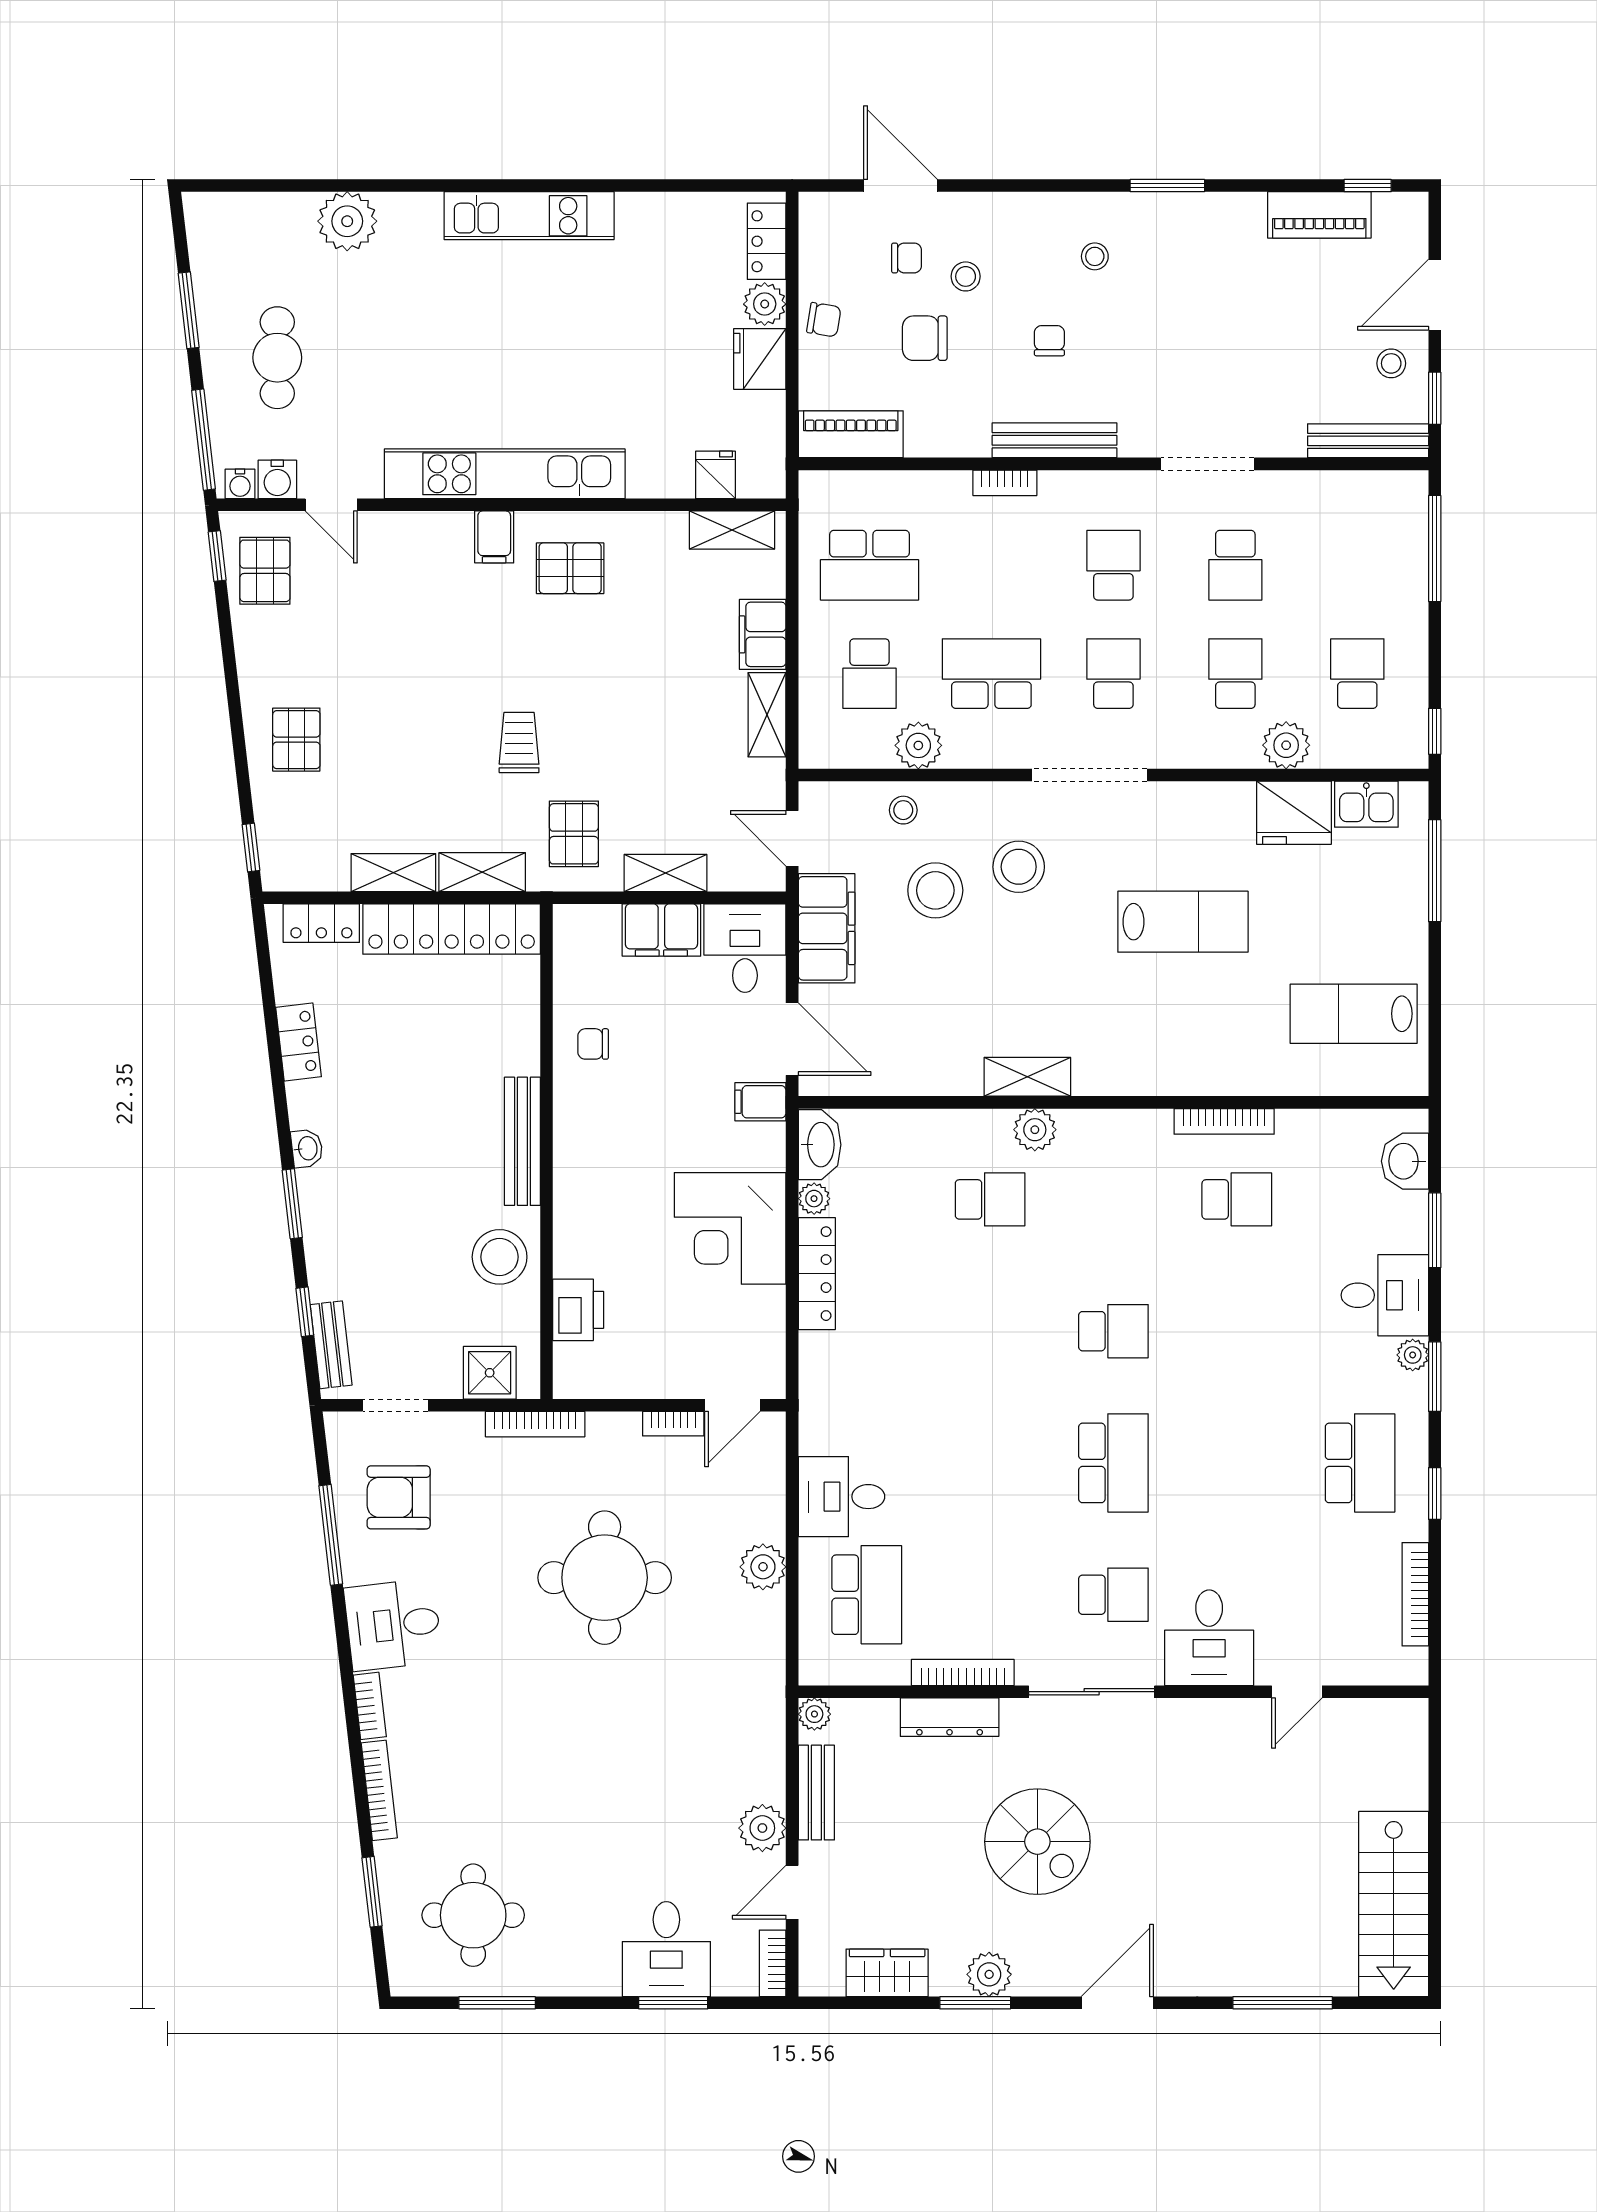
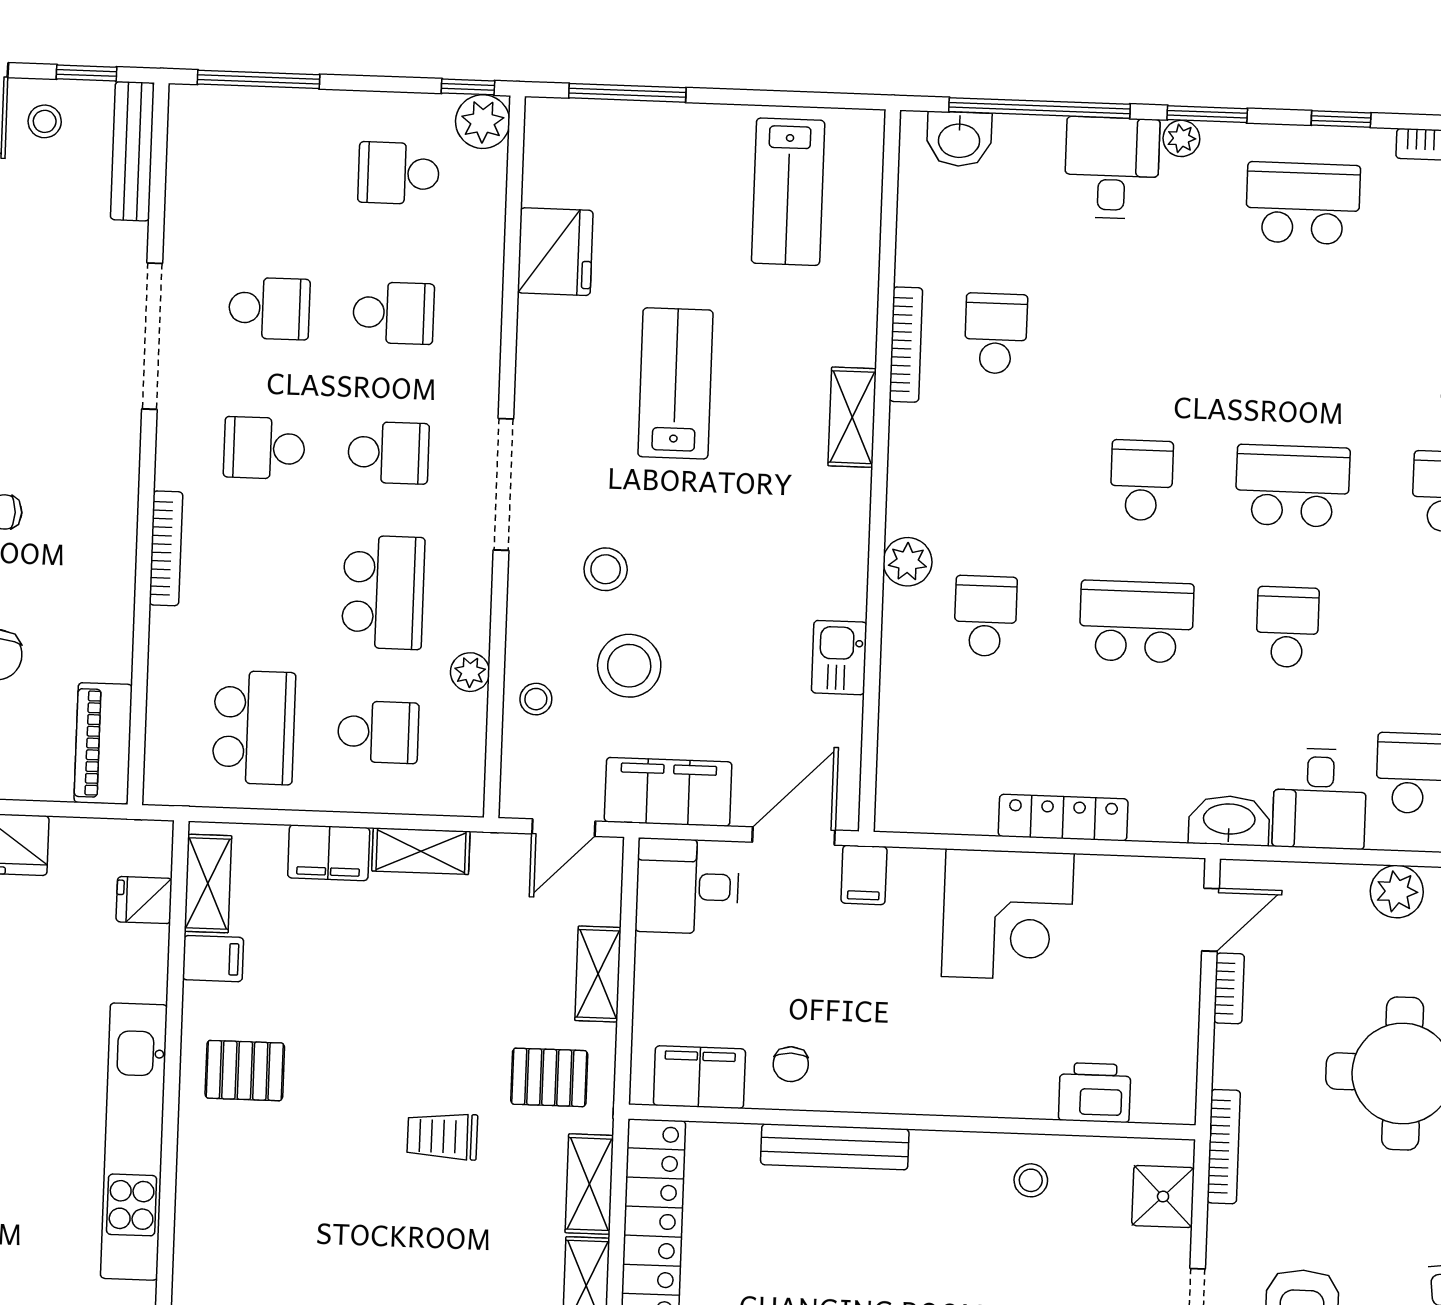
bench: (1054, 440) -> (119, 510), removed
doorway: (1207, 464) -> (152, 336), width x1.36
bookcase: (1005, 483) -> (166, 548), width x1.56
filing cabinet: (494, 537) -> (213, 959), moved
pallet: (570, 568) -> (245, 1071), turned 90
school desk: (991, 674) -> (383, 592), turned 180
school desk: (1113, 674) -> (388, 453), turned 180
school desk: (1235, 674) -> (393, 313), turned 180
plant: (918, 745) -> (470, 672), width x0.73, depth x0.73
plant: (1286, 745) -> (483, 122), moved
kitchen sink: (1366, 804) -> (839, 658), moved, turned 180
stool: (1019, 867) -> (606, 569), width x0.73, depth x0.73
filing cabinet: (661, 930) -> (699, 1077), moved, turned -90
shelving: (1027, 1077) -> (852, 417), moved
bench: (522, 1141) -> (835, 1147), moved
washbasin: (820, 1145) -> (1229, 820), moved
plant: (814, 1199) -> (977, 818), removed
window: (1435, 1230) -> (1040, 108), width x2.11
stool: (500, 1257) -> (1031, 1180), width x0.53, depth x0.53
school desk: (990, 1331) -> (1136, 622), added
door: (732, 1405) -> (1210, 920), hinge flipped
school desk: (990, 1463) -> (1287, 627), added

